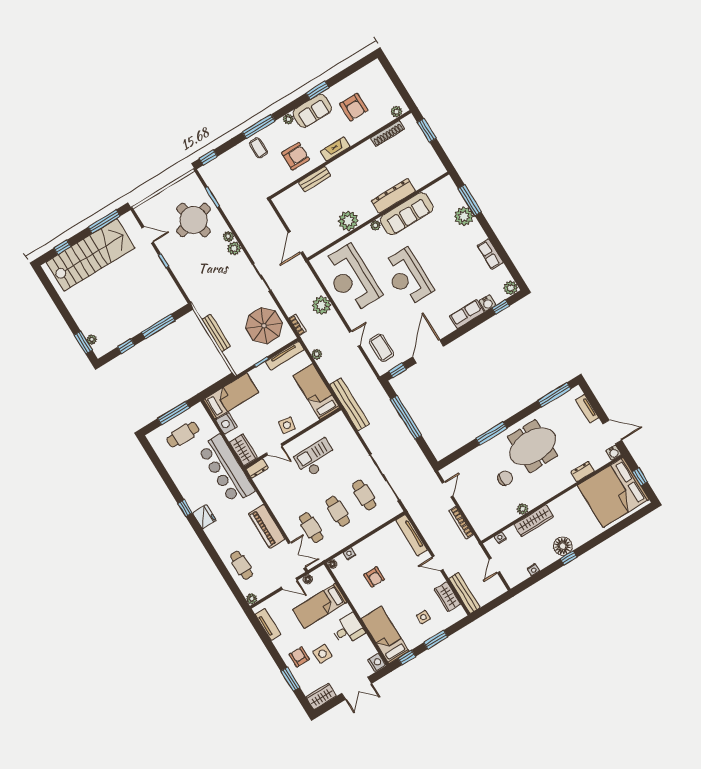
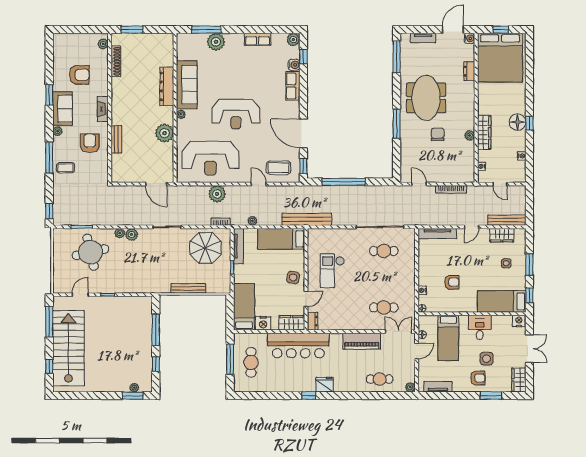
cafe table: (338, 511) -> (384, 279), removed
armchair: (299, 657) -> (478, 378), turned 180

